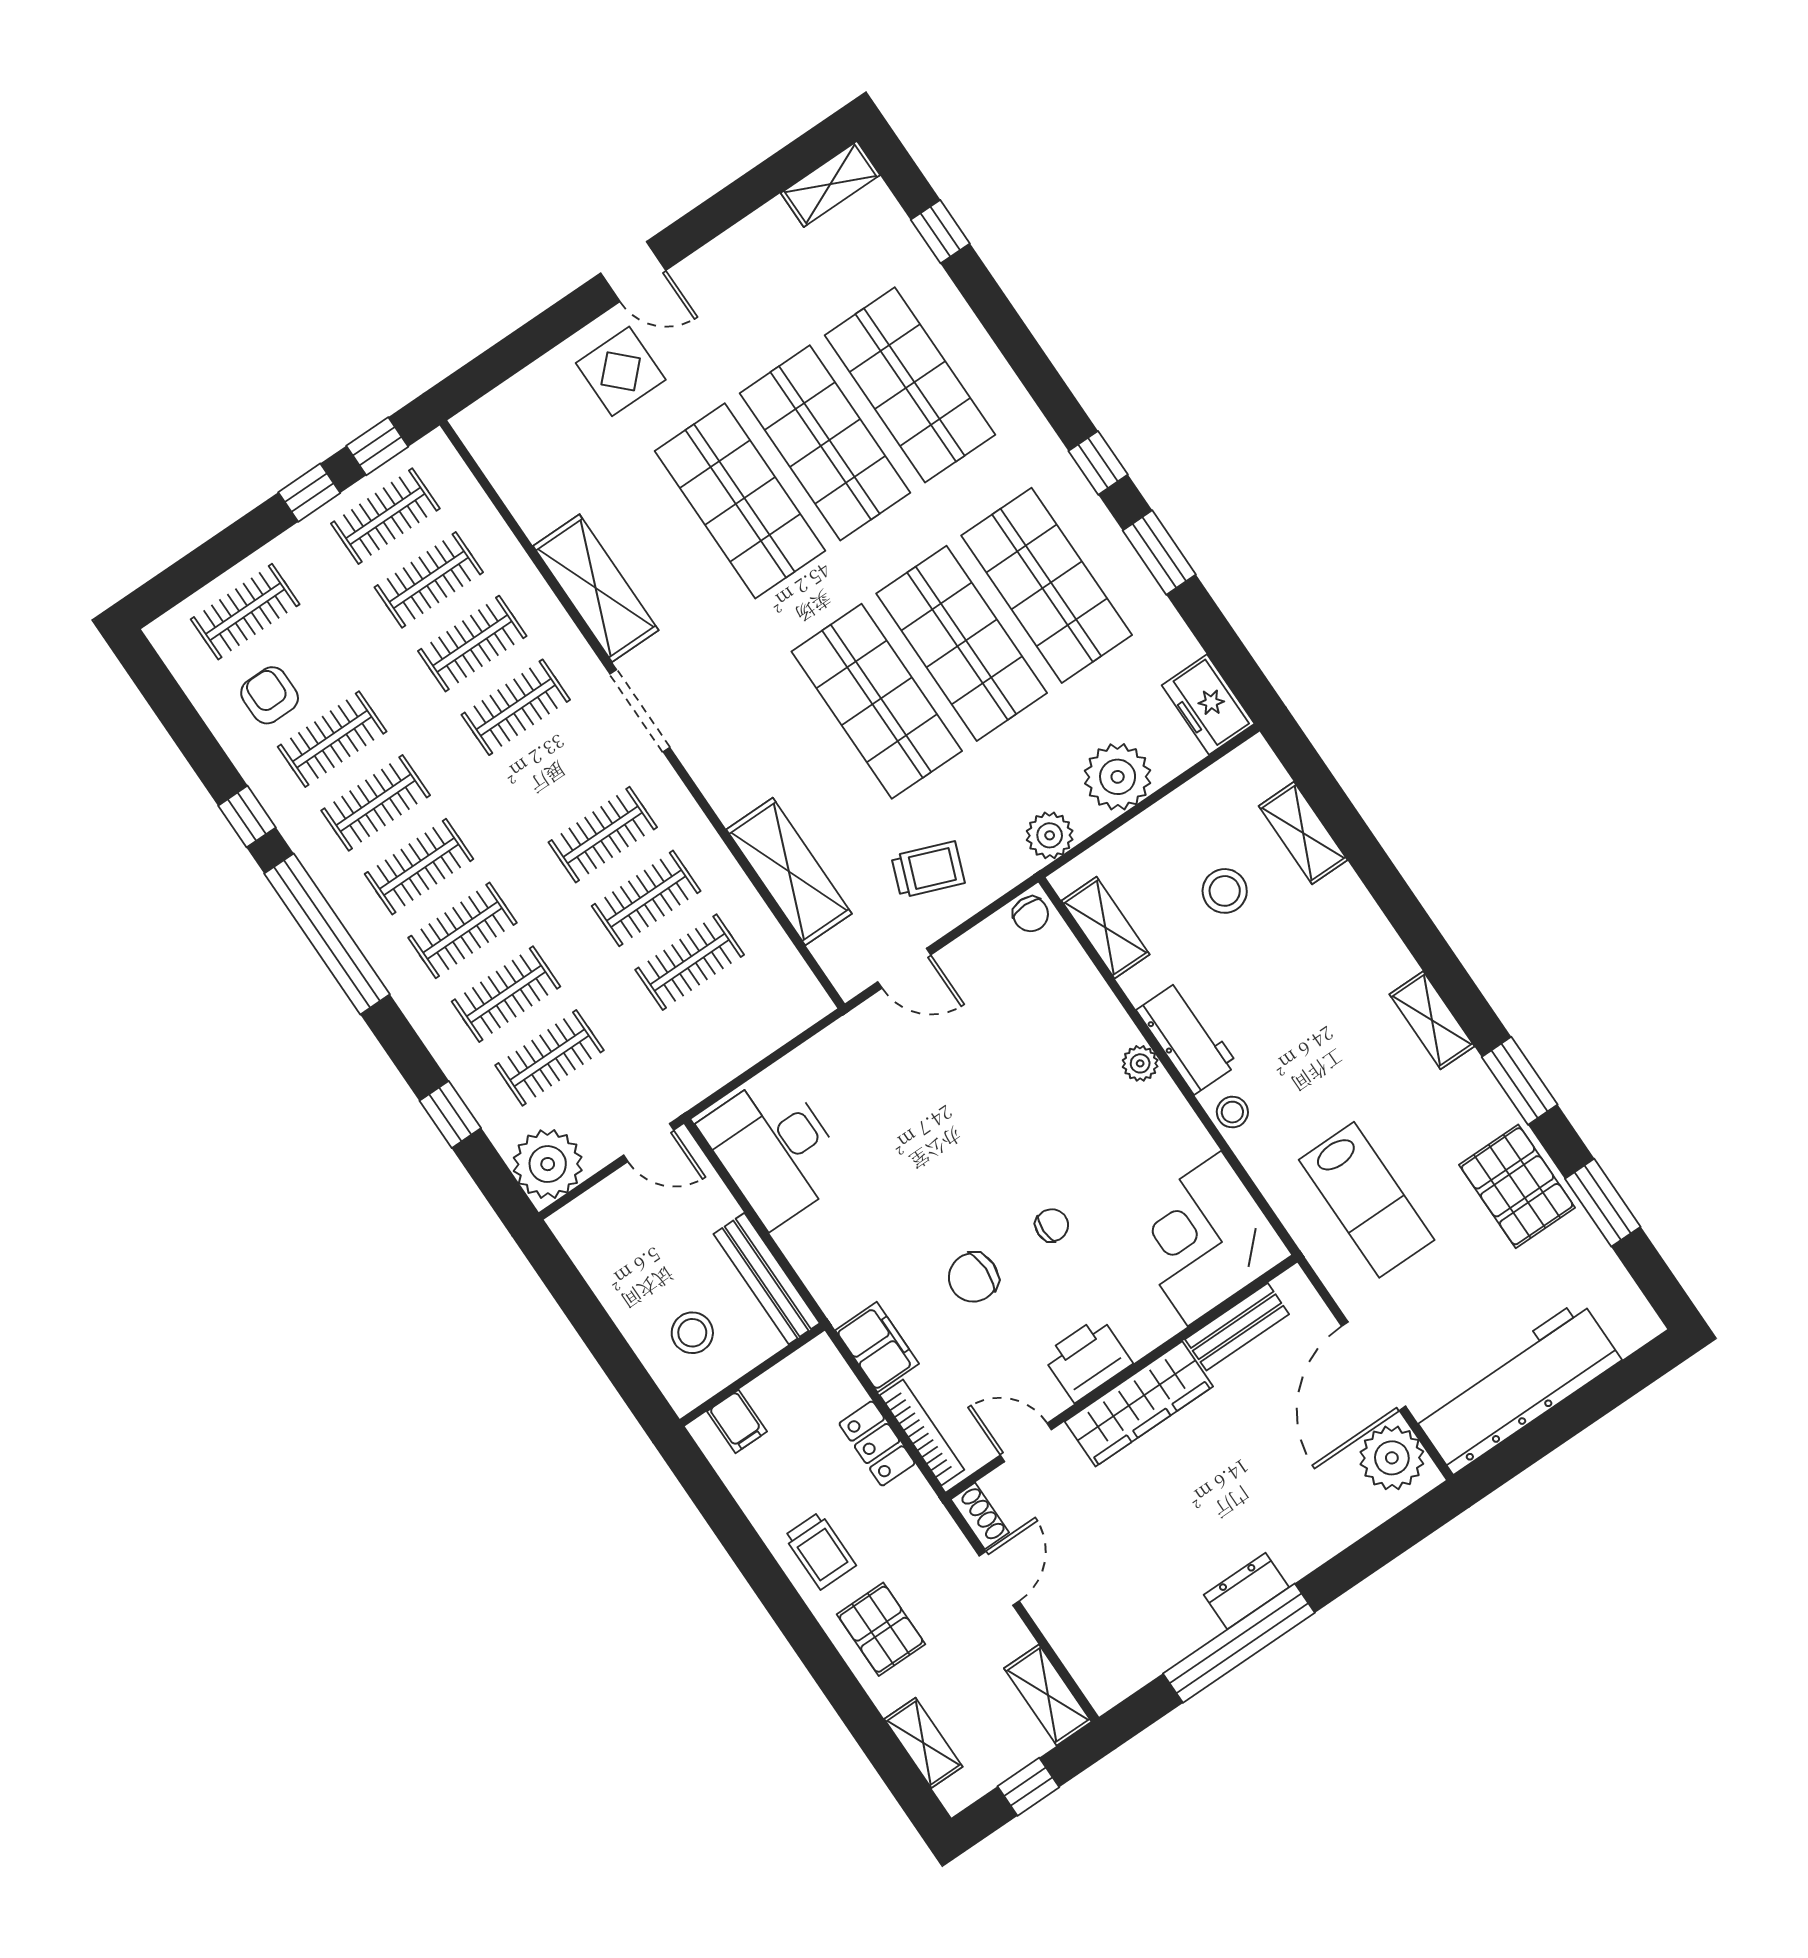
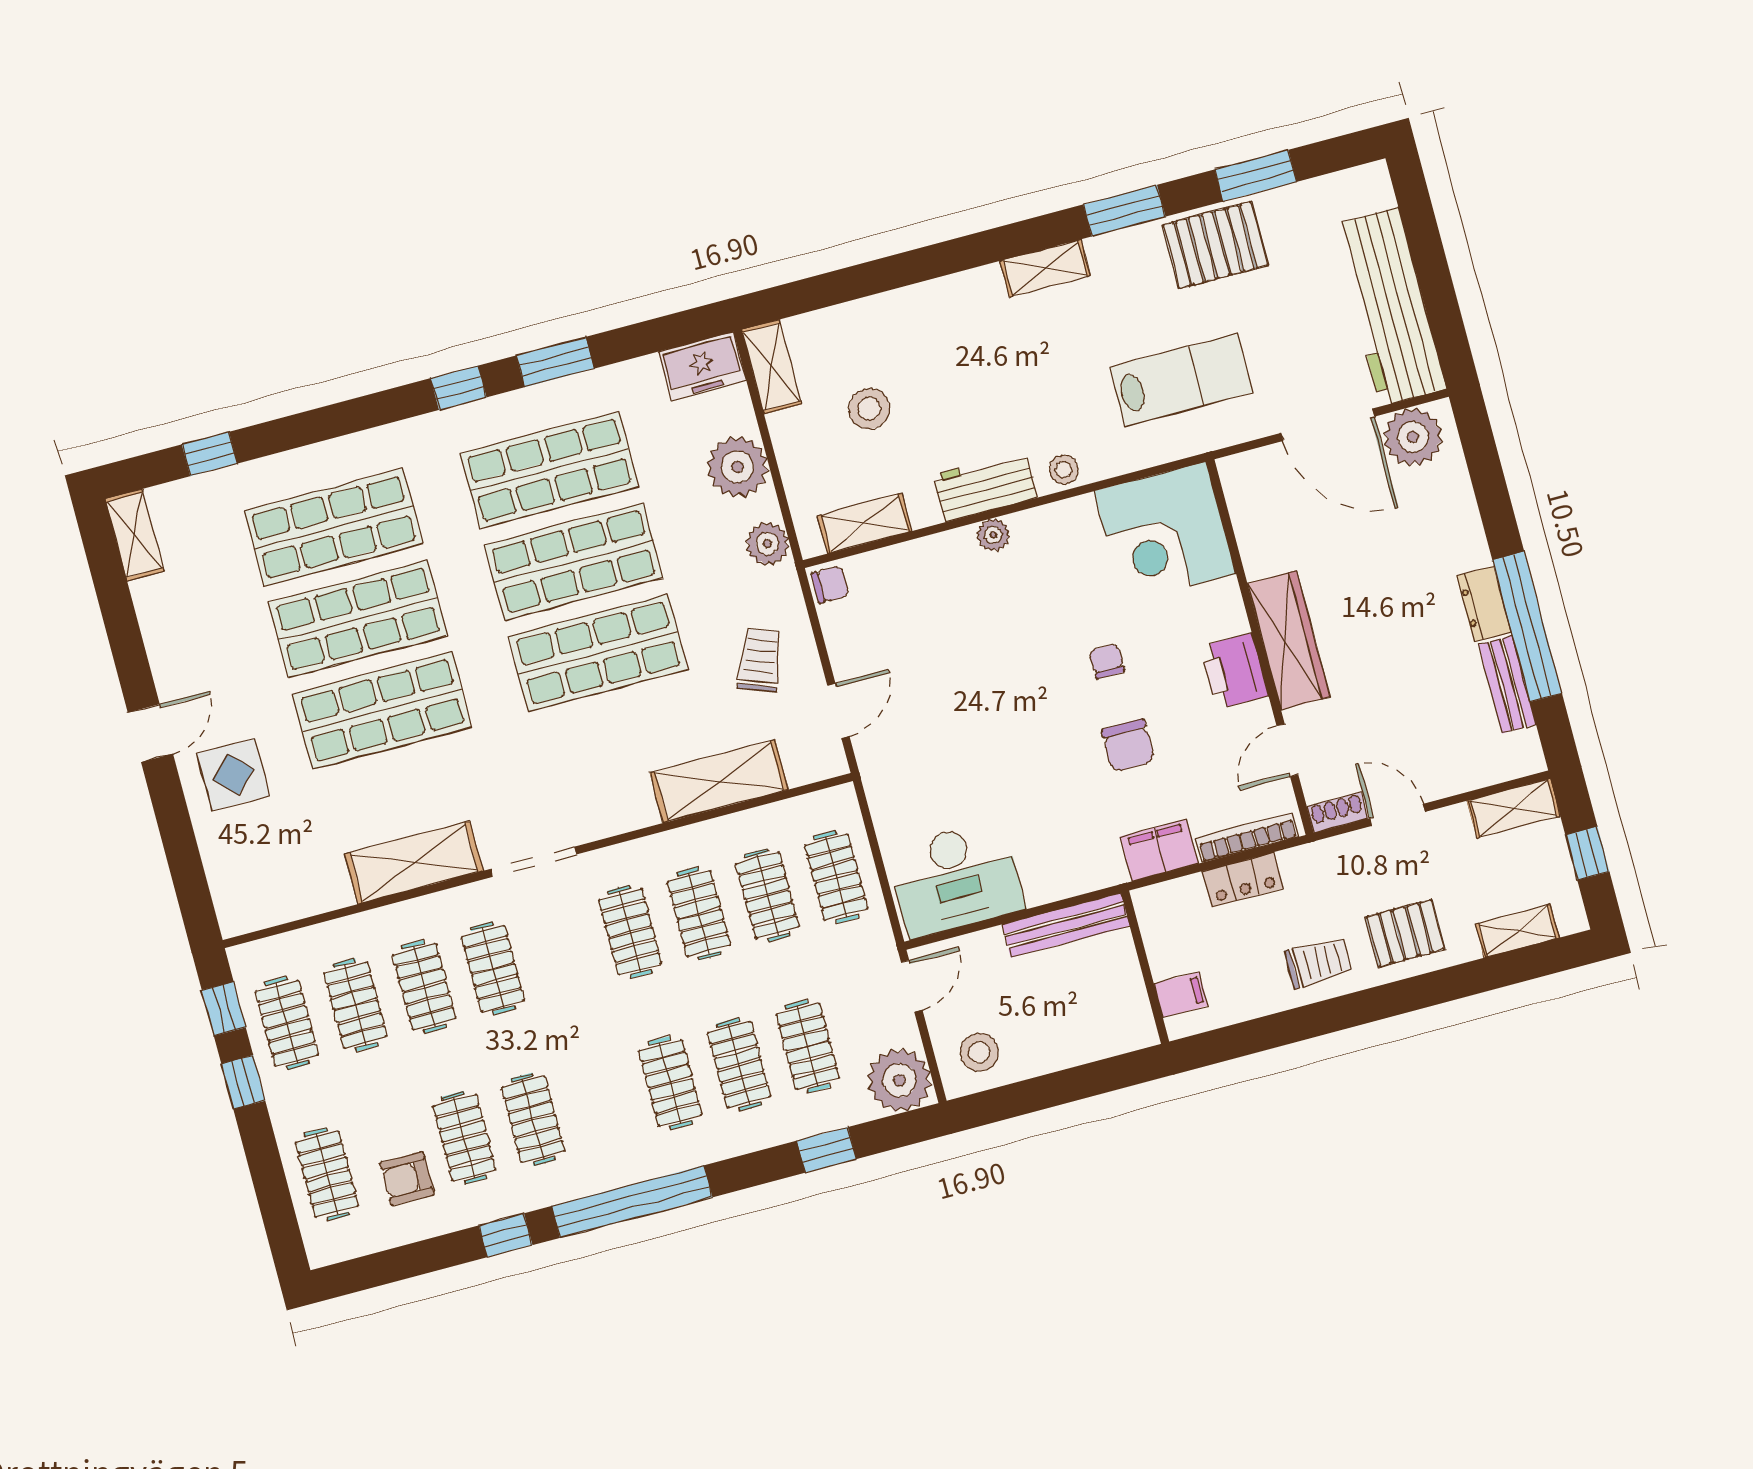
shelving: (1303, 833) -> (772, 367), moved, turned 90
clothes rail: (419, 867) -> (836, 877), moved
bench: (1237, 1327) -> (1507, 684), moved
stool: (692, 1333) -> (979, 1052), moved

